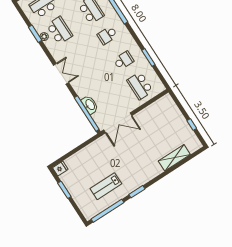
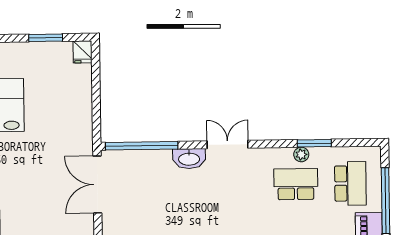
school desk: (60, 30) -> (296, 184), turned 180
double door: (61, 74) -> (228, 144), swing flipped
washbasin: (90, 105) -> (189, 159), moved

